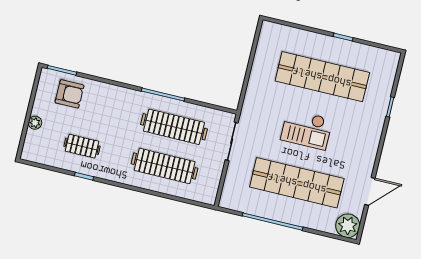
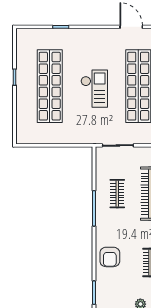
armchair: (70, 94) -> (110, 257), moved, turned 180
clothes rail: (174, 127) -> (117, 194), width x0.54, depth x0.76

